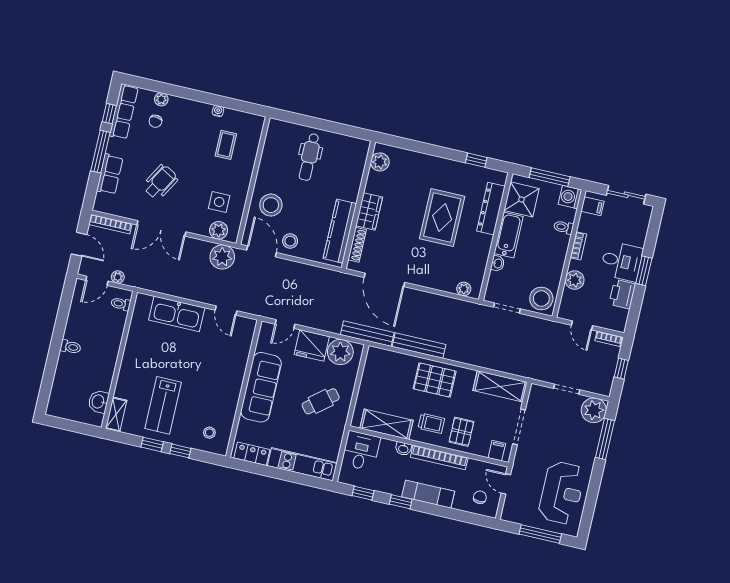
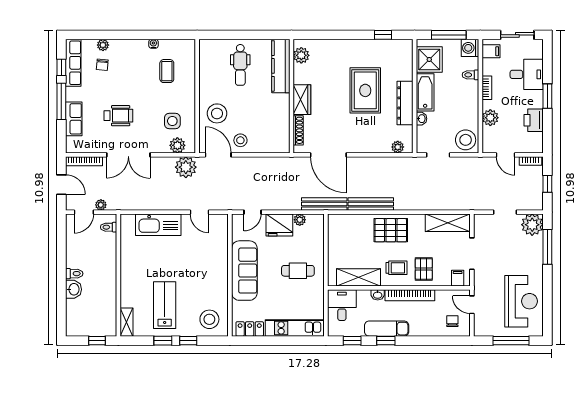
wheelchair: (160, 182) -> (118, 116), turned 60
dresser: (491, 209) -> (405, 103), moved
kitchen counter: (340, 231) -> (281, 66), moved
desk: (622, 261) -> (527, 74), moved
plant: (340, 352) -> (300, 220), width x0.53, depth x0.53
cafe table: (321, 401) -> (298, 271), turned 39
washbasin: (98, 402) -> (73, 289), moved, turned 180
lab bench: (163, 405) -> (165, 305), turned 180
window: (79, 427) -> (97, 341), added
stool: (209, 433) -> (209, 319), width x1.89, depth x1.89
exam couch: (428, 494) -> (387, 329), moved

